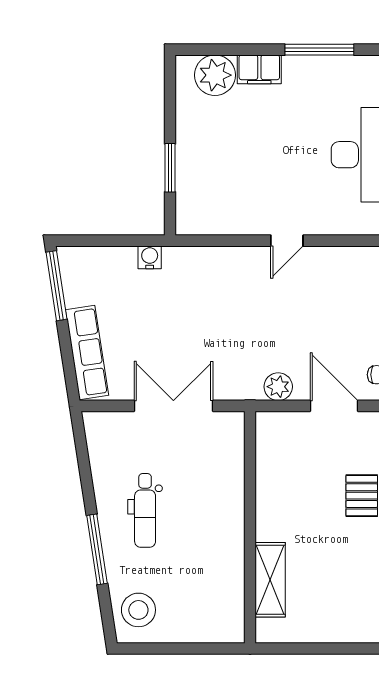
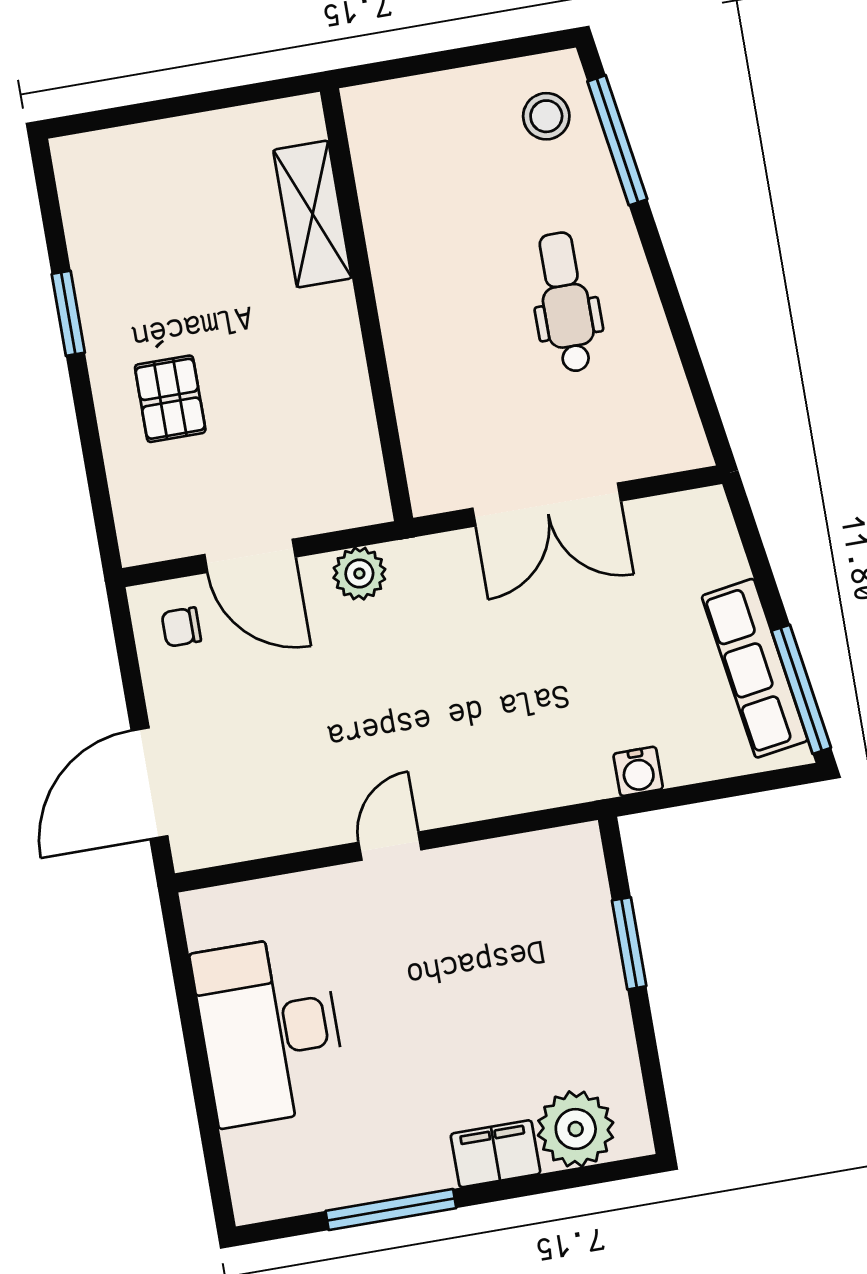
row of seats: (87, 353) -> (755, 668), moved
window: (97, 549) -> (617, 140), moved
stool: (138, 610) -> (546, 116), width x0.73, depth x0.73

